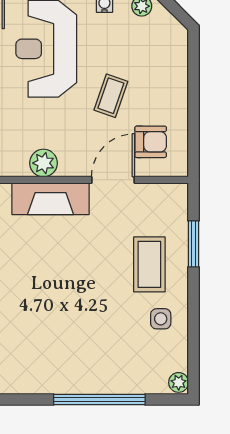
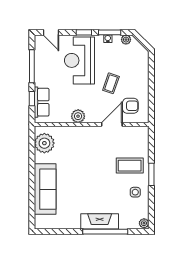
fireplace: (51, 199) -> (100, 221), moved, turned 180
window: (194, 244) -> (151, 174), moved
coffee table: (149, 264) -> (130, 166), turned 90

